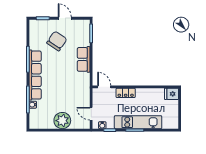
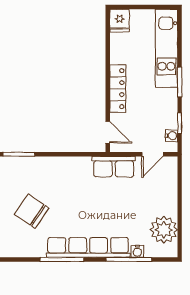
row of seats: (84, 59) -> (114, 167), moved
door: (104, 87) -> (108, 132), swing flipped
locker: (126, 93) -> (118, 89), width x1.53
plant: (62, 121) -> (164, 230), moved
kitchen unit: (138, 122) -> (166, 48), moved

